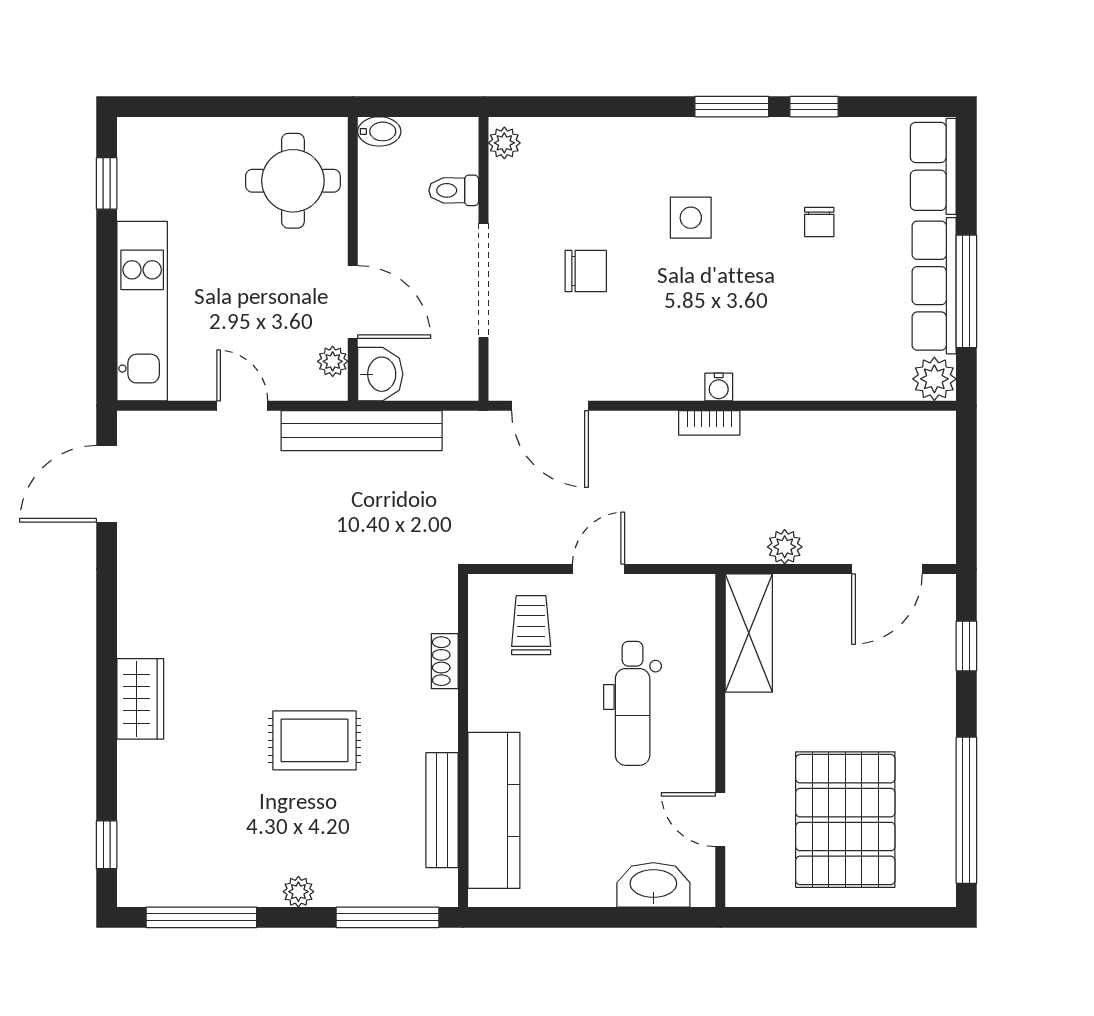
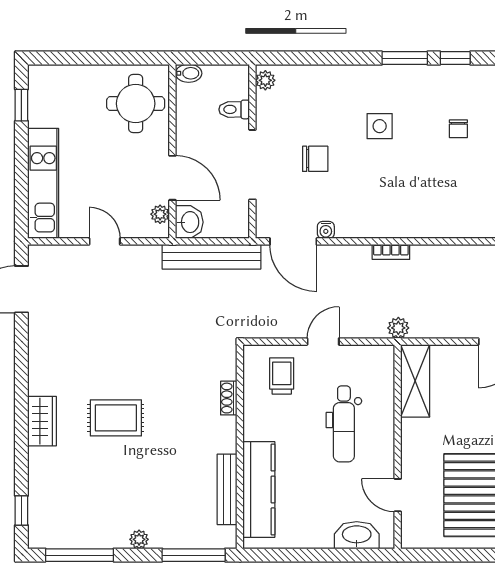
water cooler: (719, 387) -> (326, 230), moved
bench: (362, 431) -> (211, 257), moved
plant: (785, 547) -> (398, 328), moved
rug: (315, 740) -> (116, 418), moved

